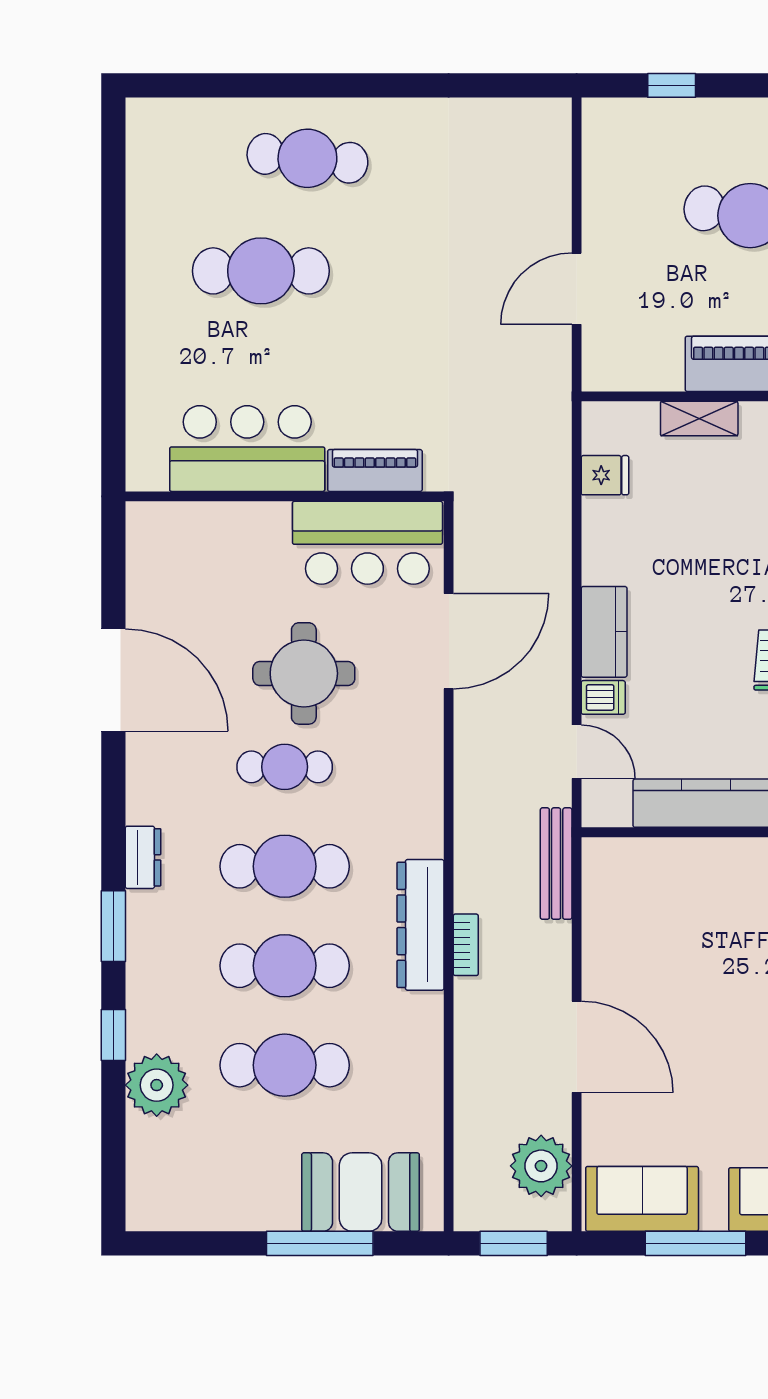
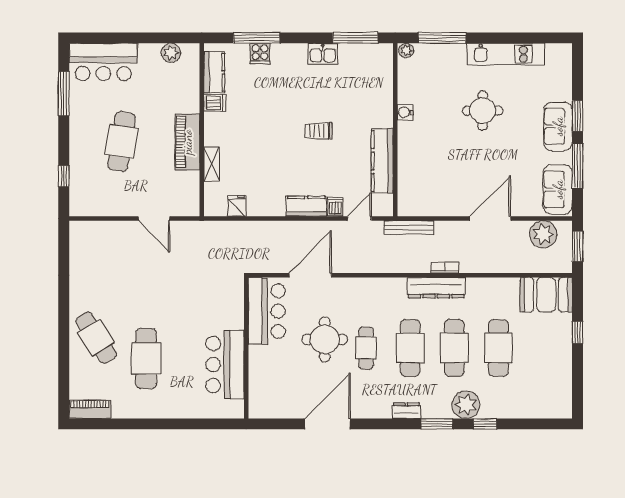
cafe table: (307, 158) -> (96, 338), turned -38
piano: (375, 471) -> (90, 409), moved, turned 90
door: (449, 641) -> (310, 275), hinge flipped
plant: (157, 1085) -> (466, 405), moved
booth: (361, 1192) -> (546, 295), moved, turned 90
window: (320, 1243) -> (577, 332), width x0.46

